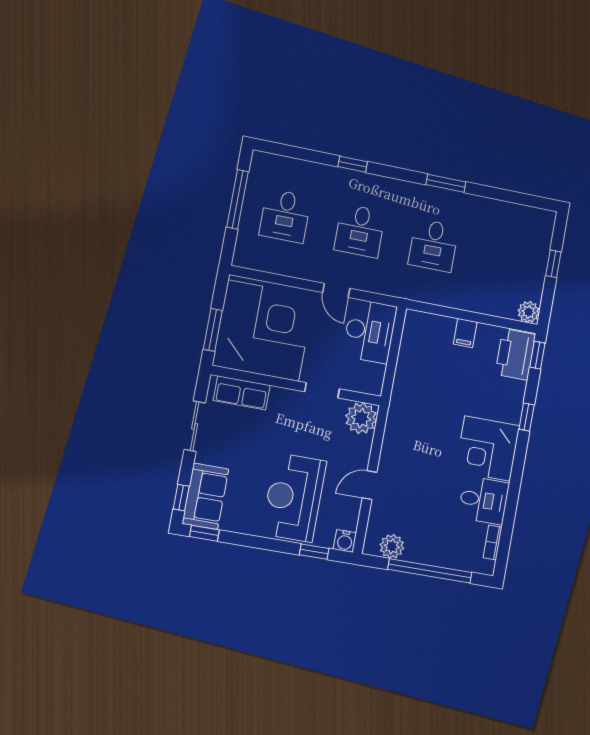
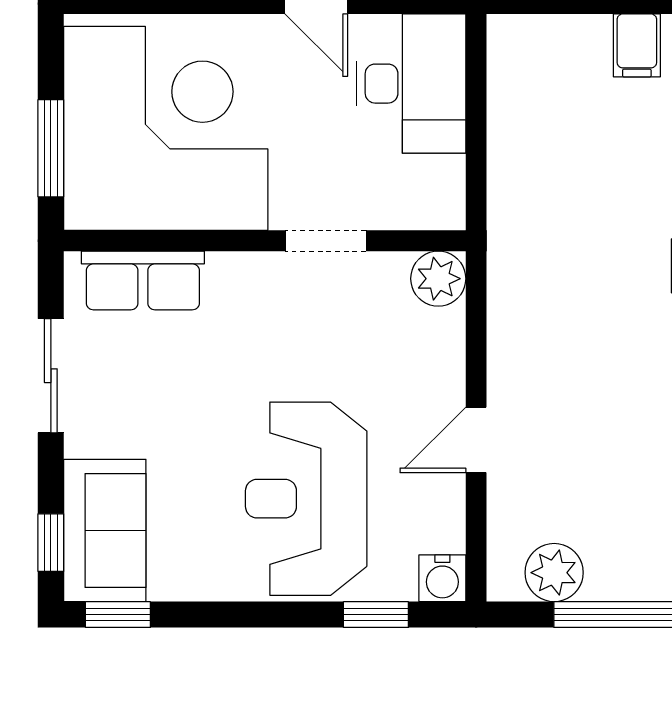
plant: (361, 418) -> (438, 279), width x0.73, depth x0.73

